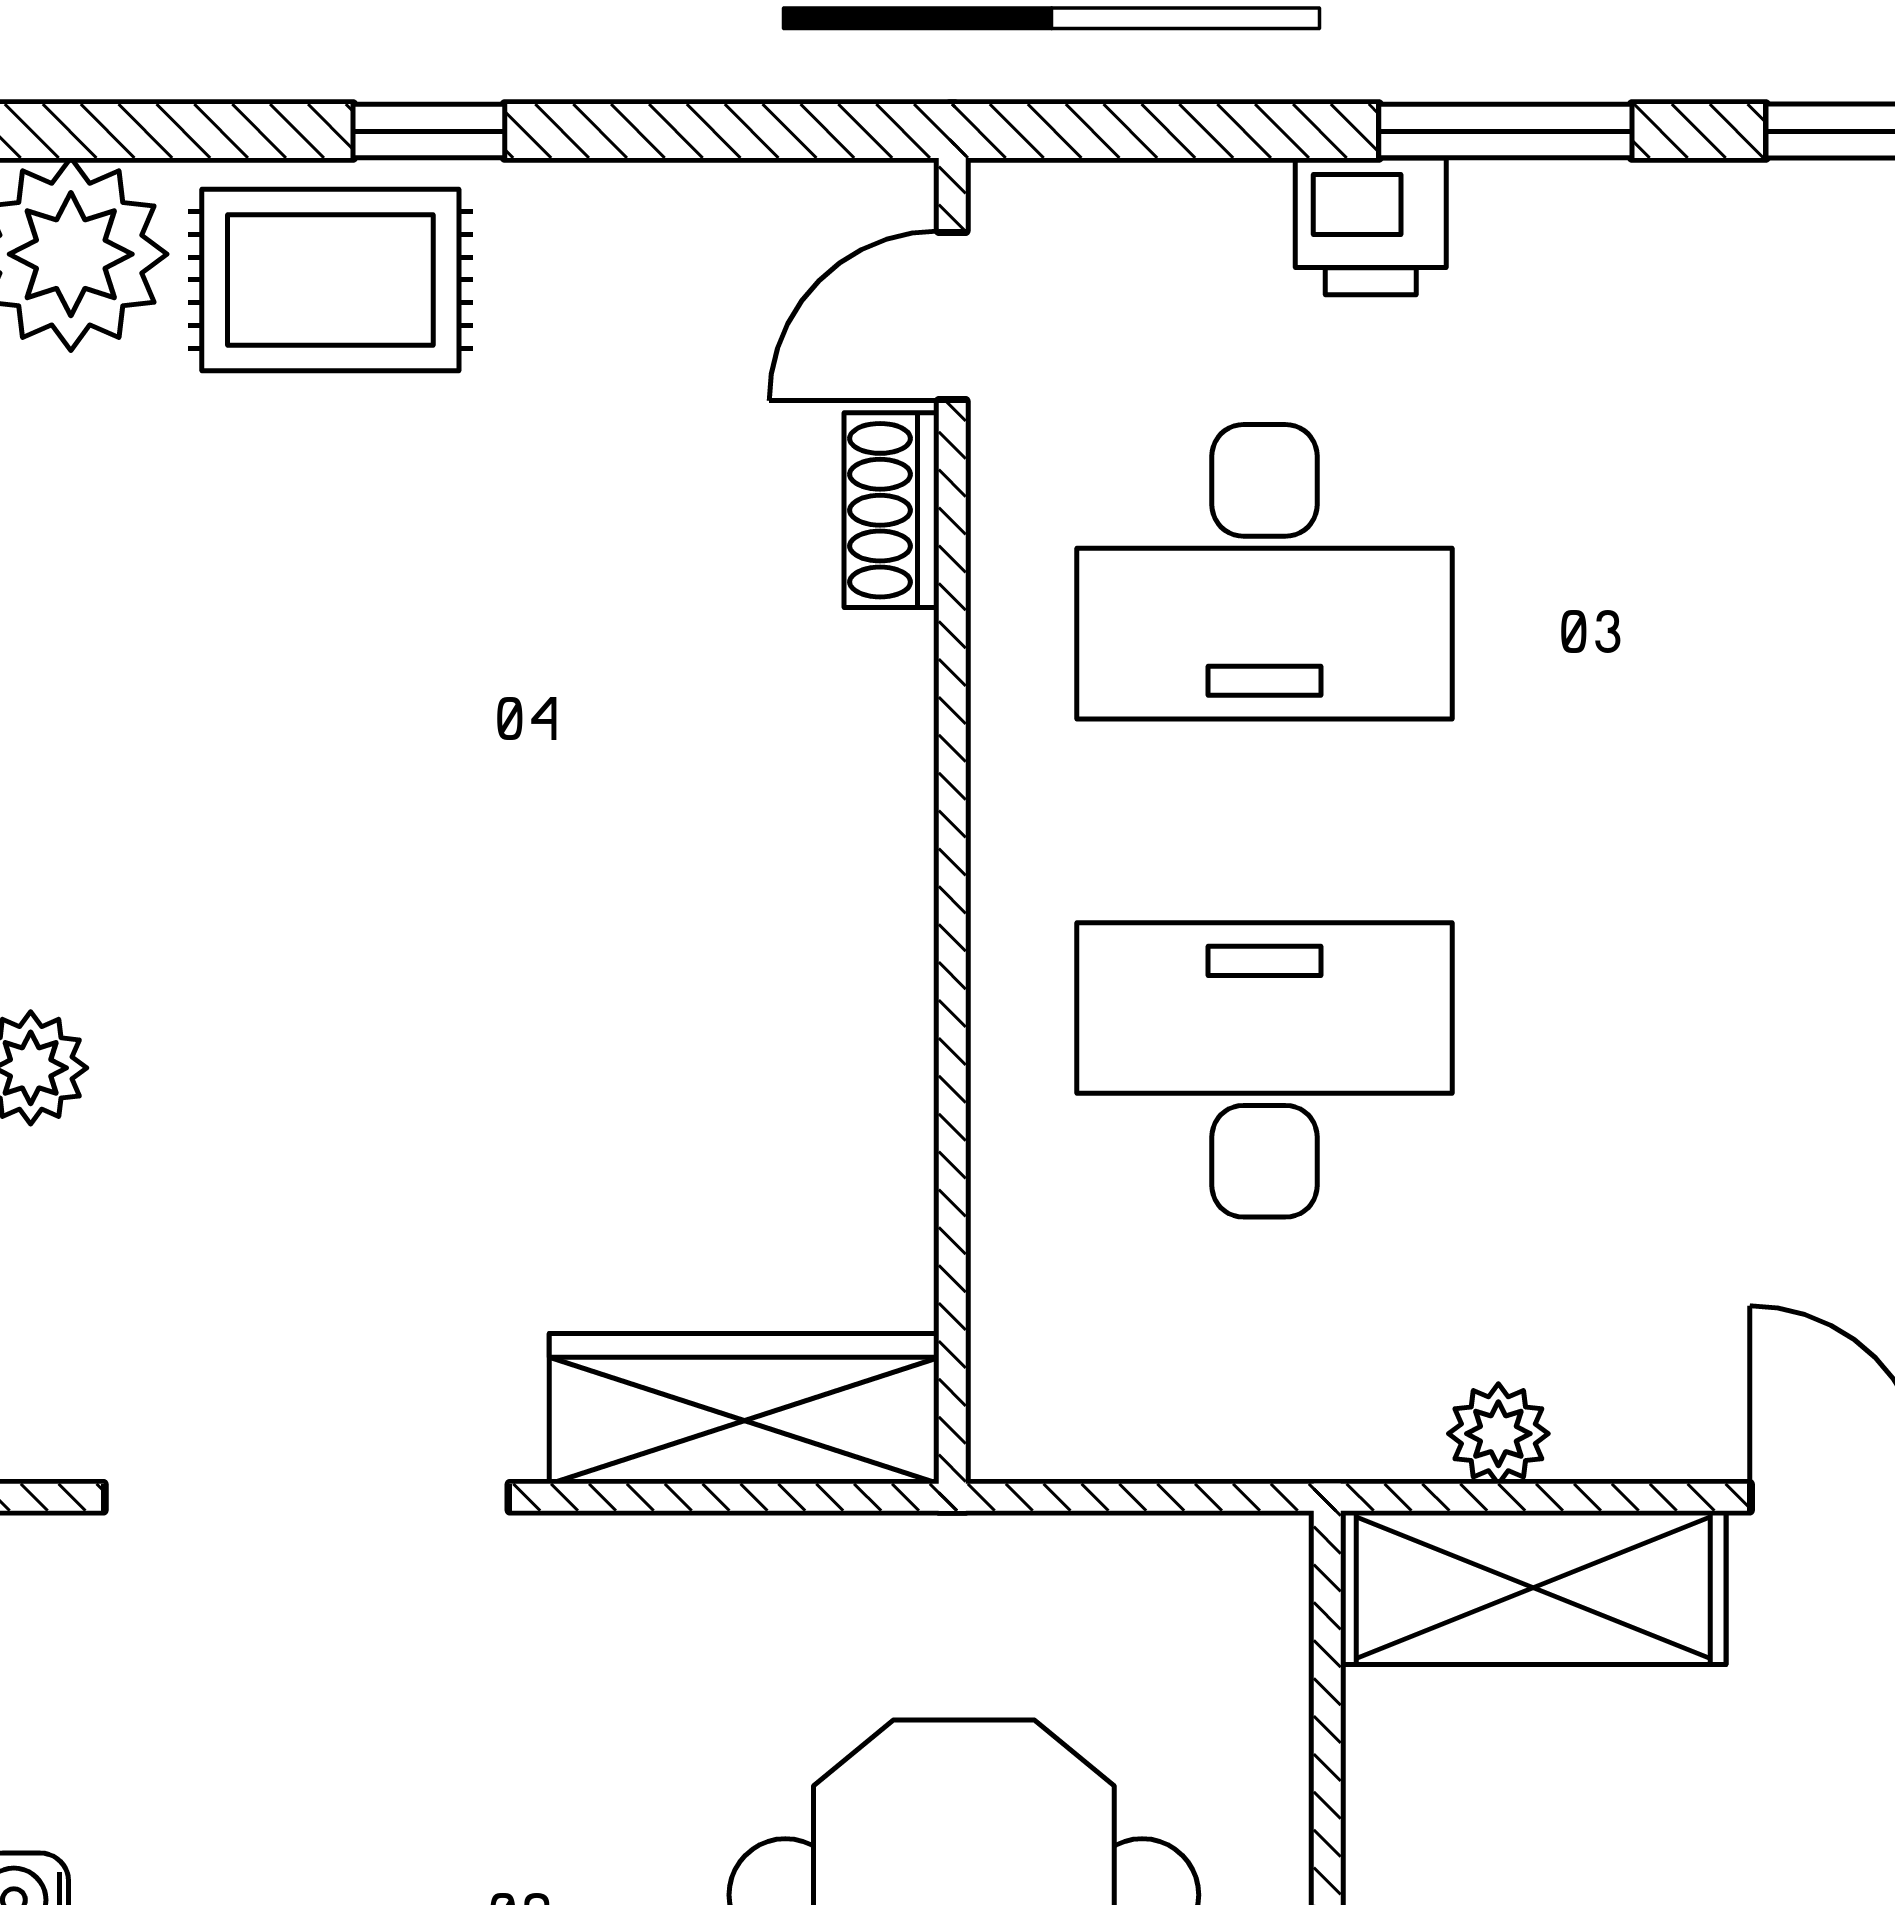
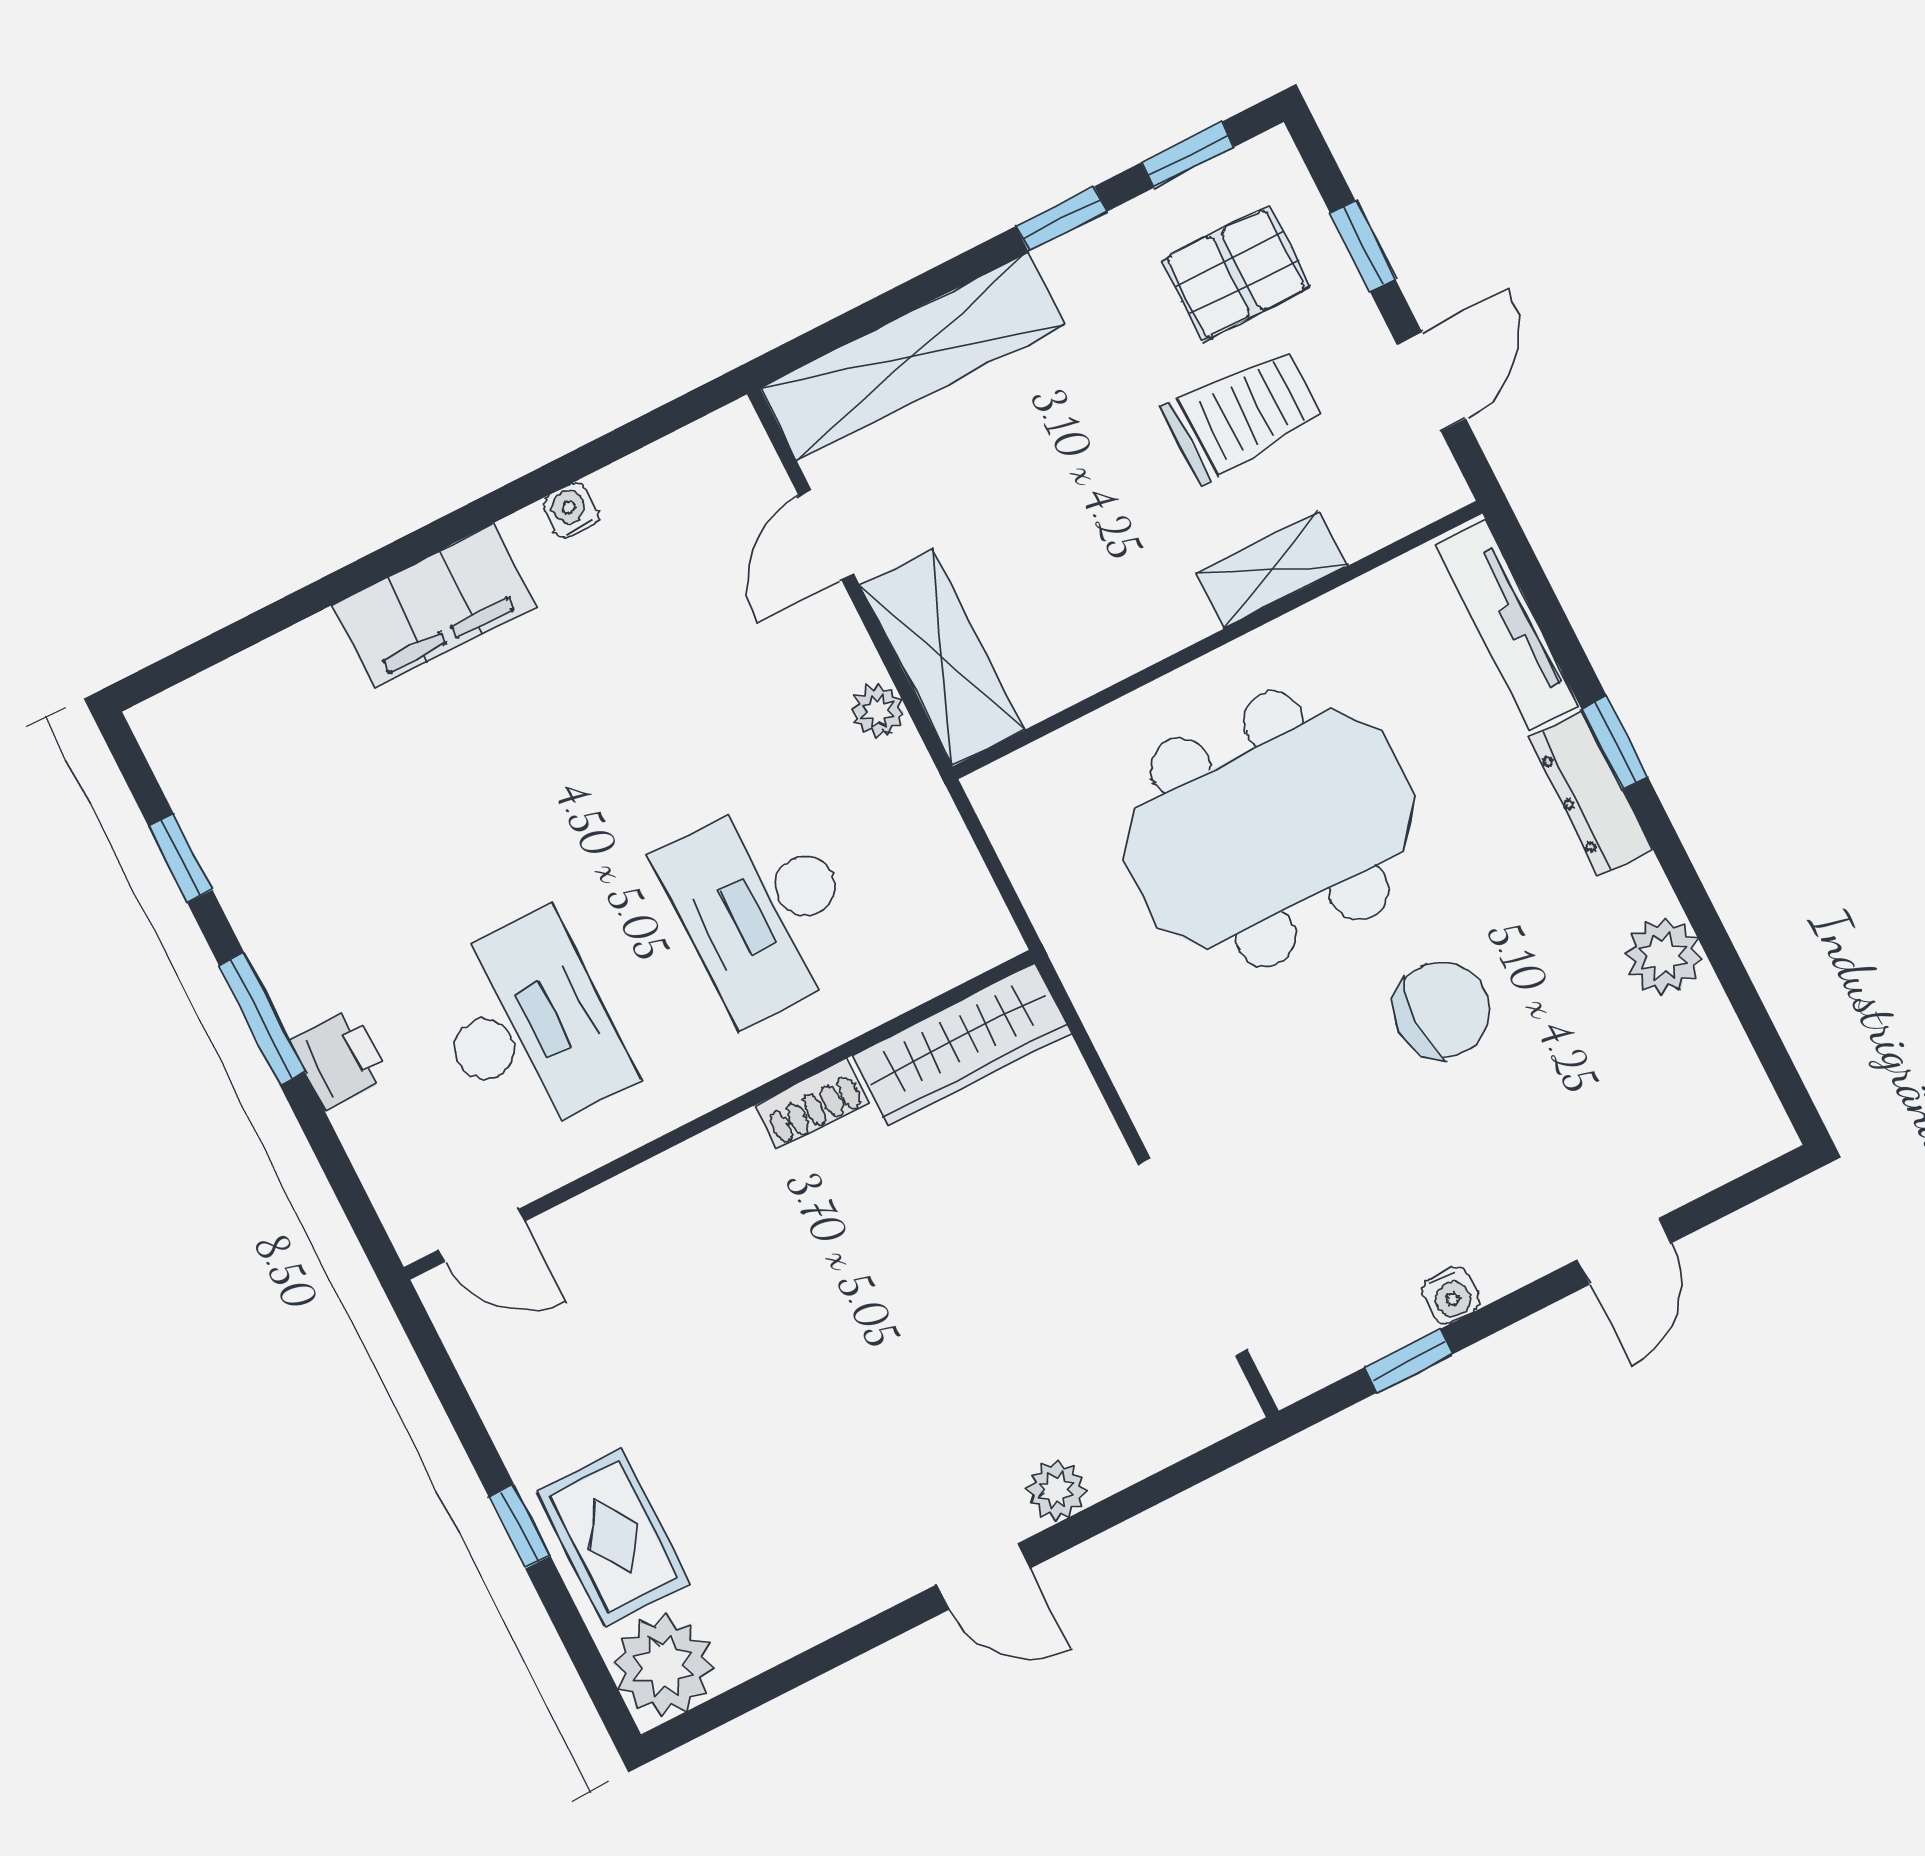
shoe rack: (891, 510) -> (812, 1104), moved
wardrobe: (744, 1409) -> (962, 1045), moved, turned -90

